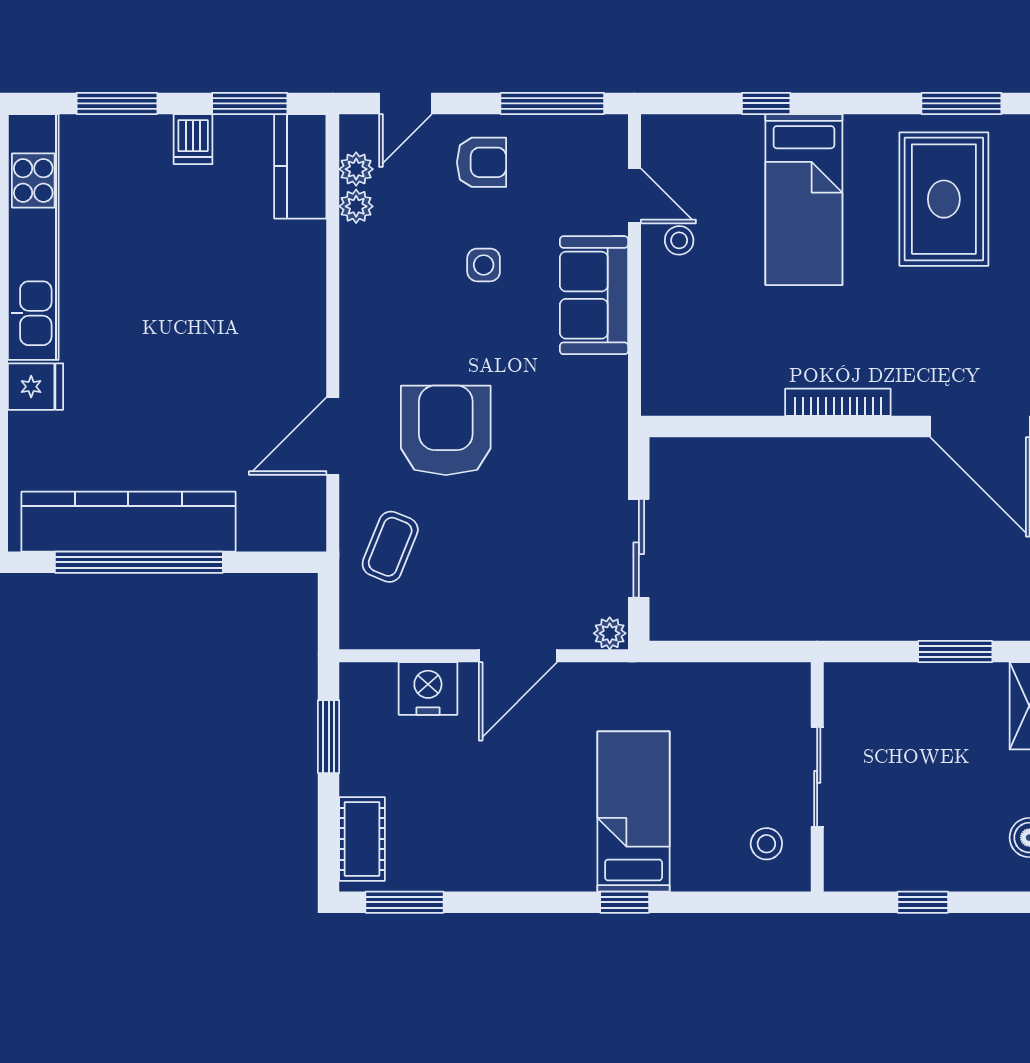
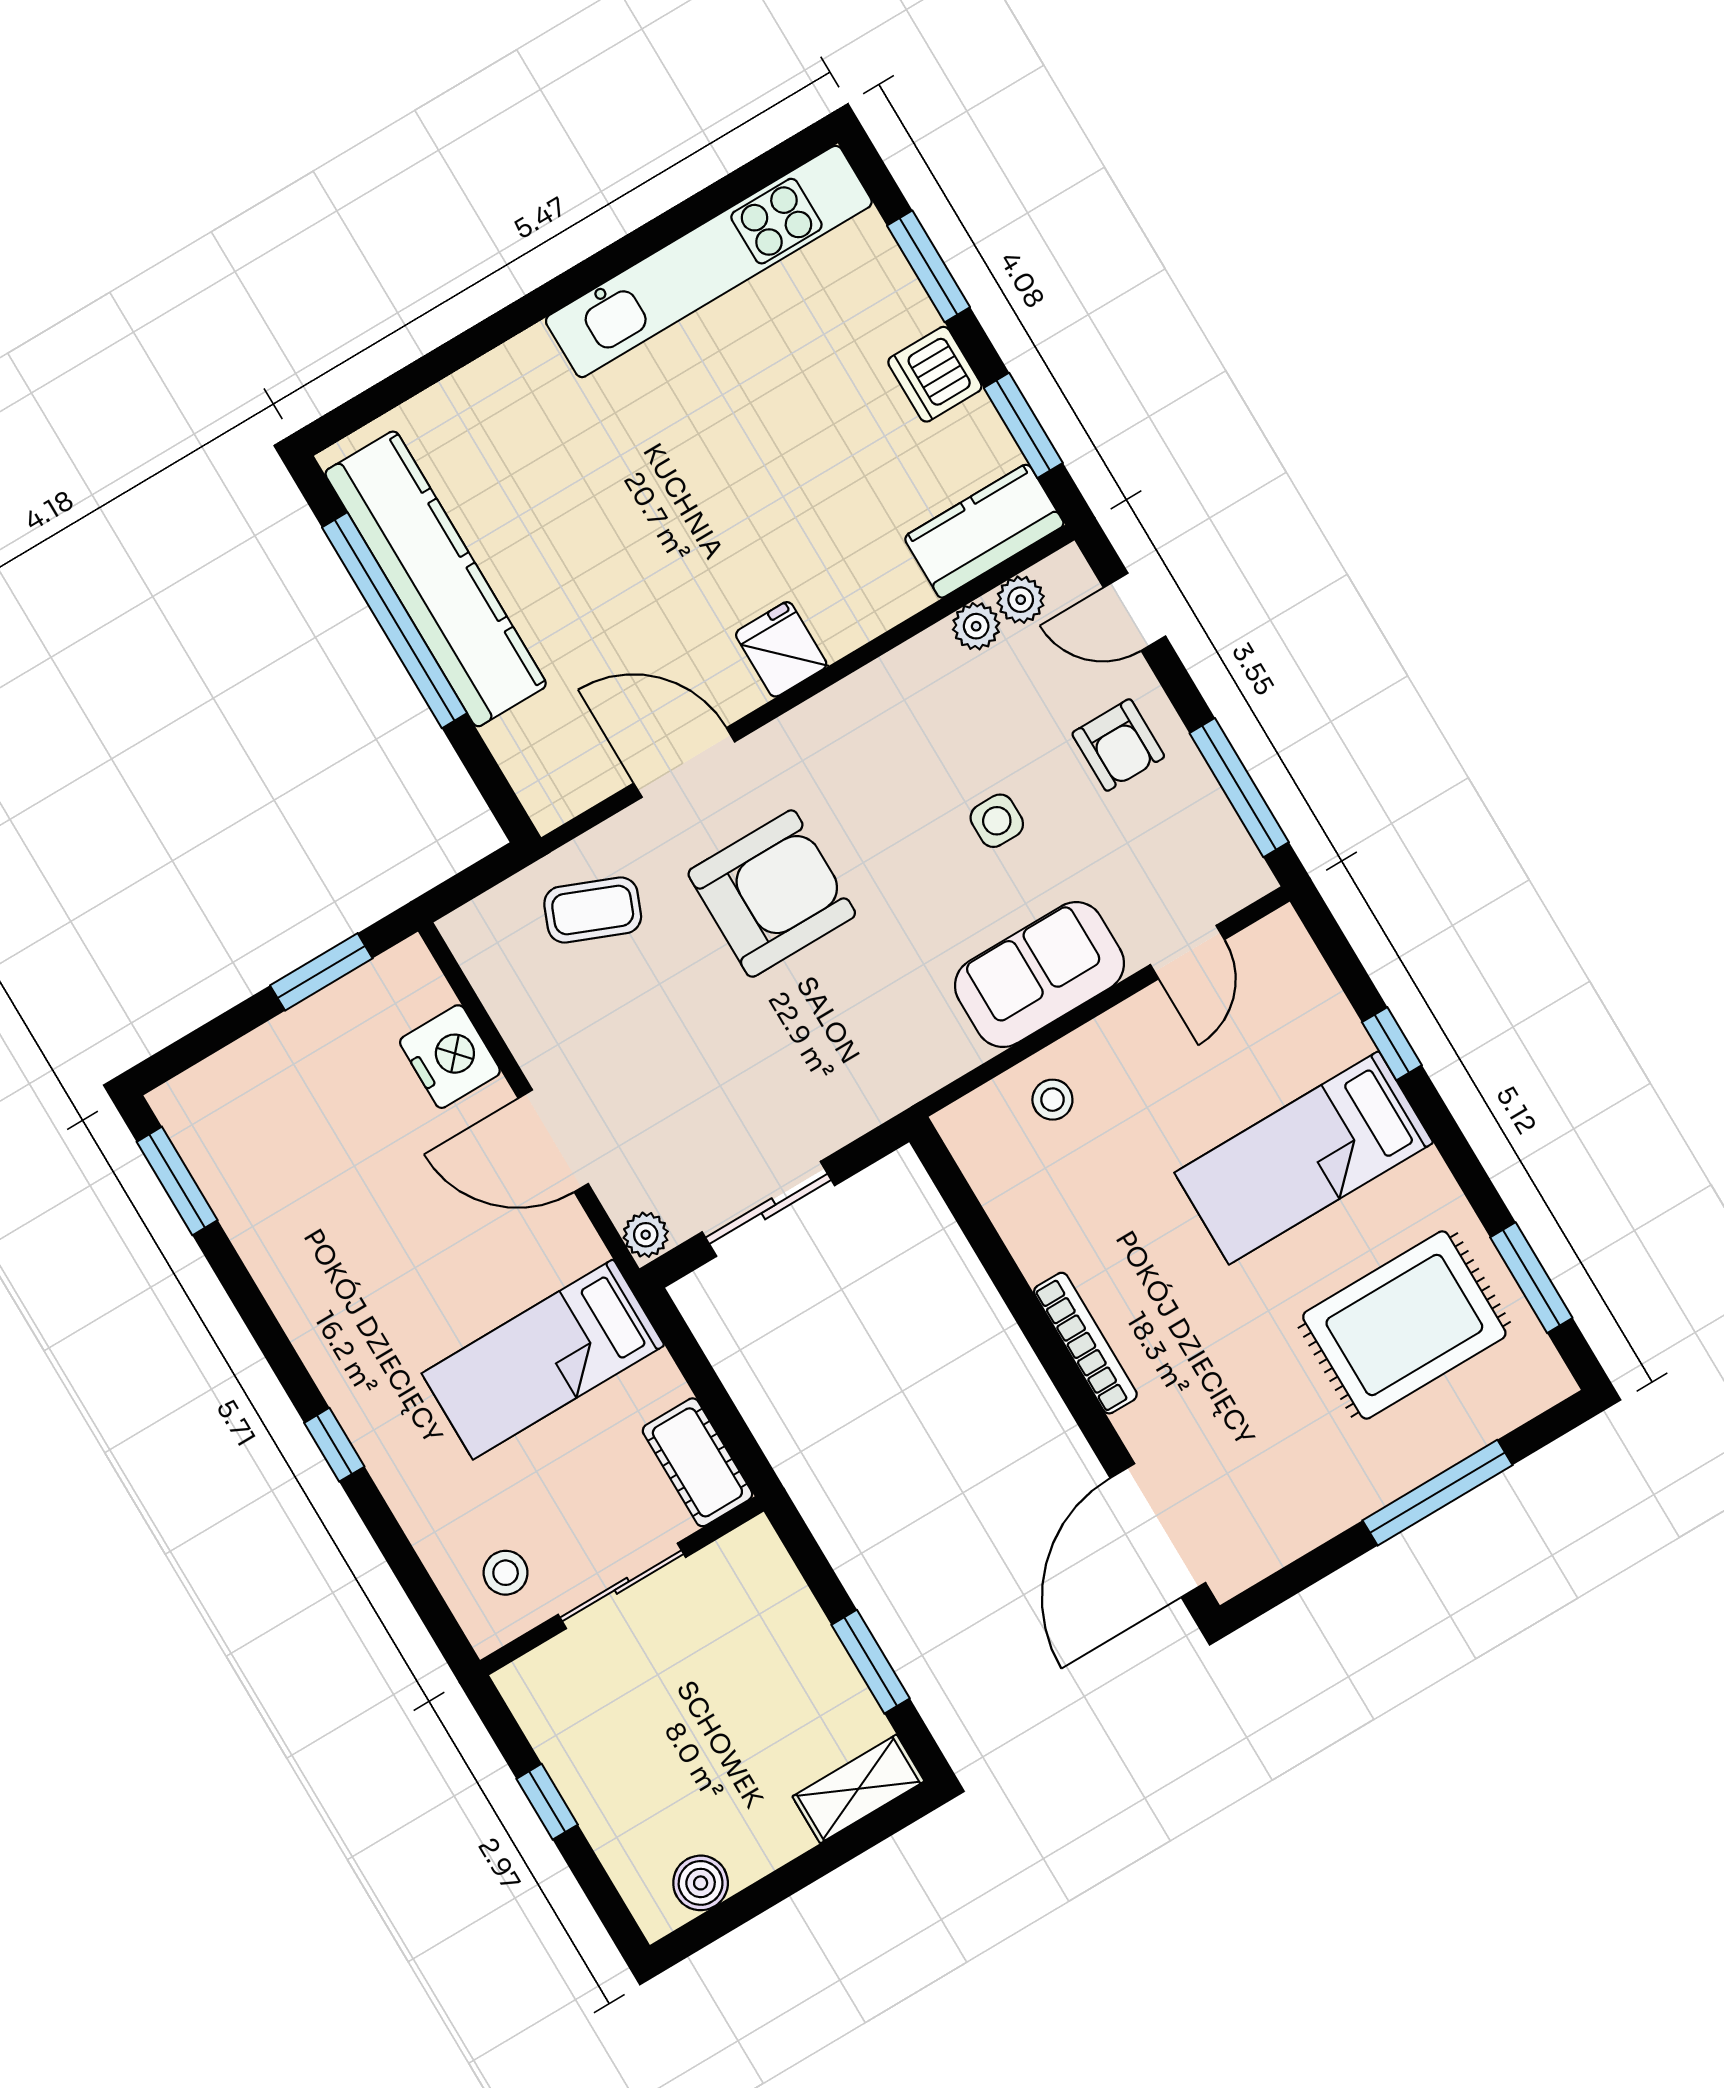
dishwasher: (193, 139) -> (935, 374), width x1.38
stool: (679, 240) -> (1052, 1100), moved
fridge: (36, 387) -> (781, 649), moved, turned 180
bed: (634, 811) -> (543, 1359), moved, turned 180
cot: (362, 839) -> (697, 1462), moved, turned 90

